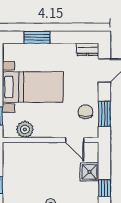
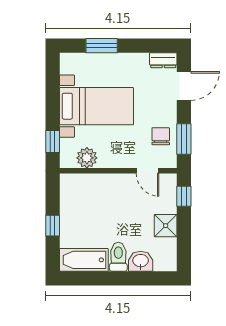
shower: (90, 172) -> (166, 226), moved
window: (104, 188) -> (184, 196), moved

